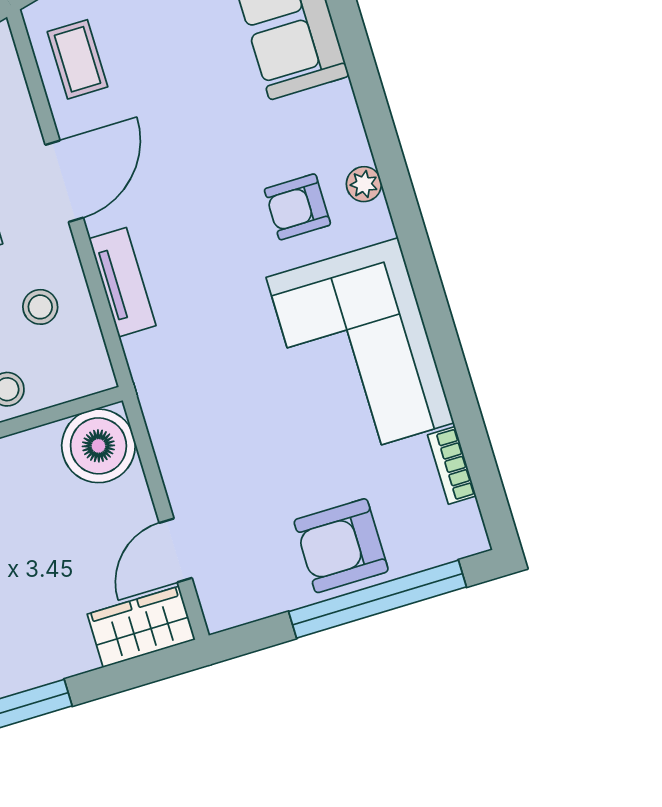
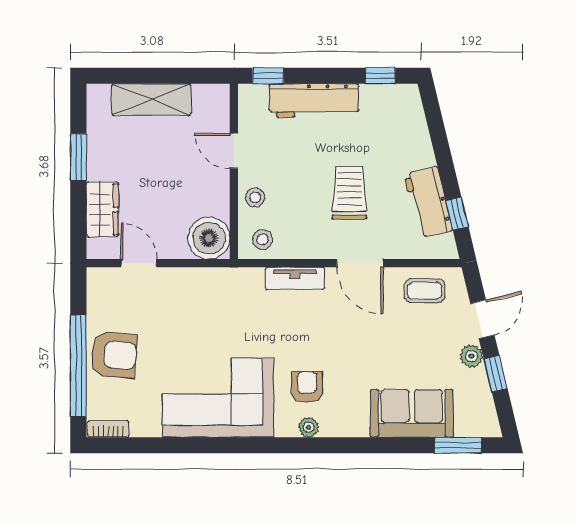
stool: (40, 307) -> (263, 239), moved
bookcase: (452, 465) -> (108, 429), moved
armchair: (341, 546) -> (114, 355), turned 95
wardrobe: (141, 627) -> (102, 209), moved

